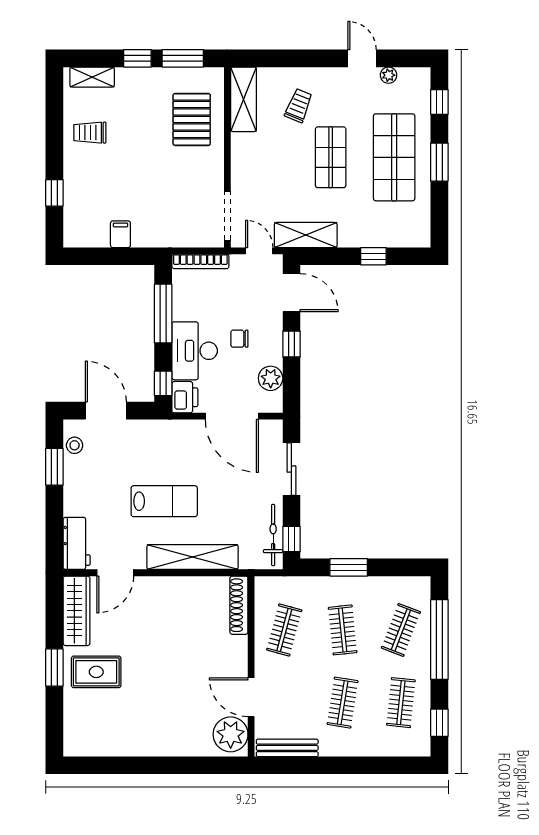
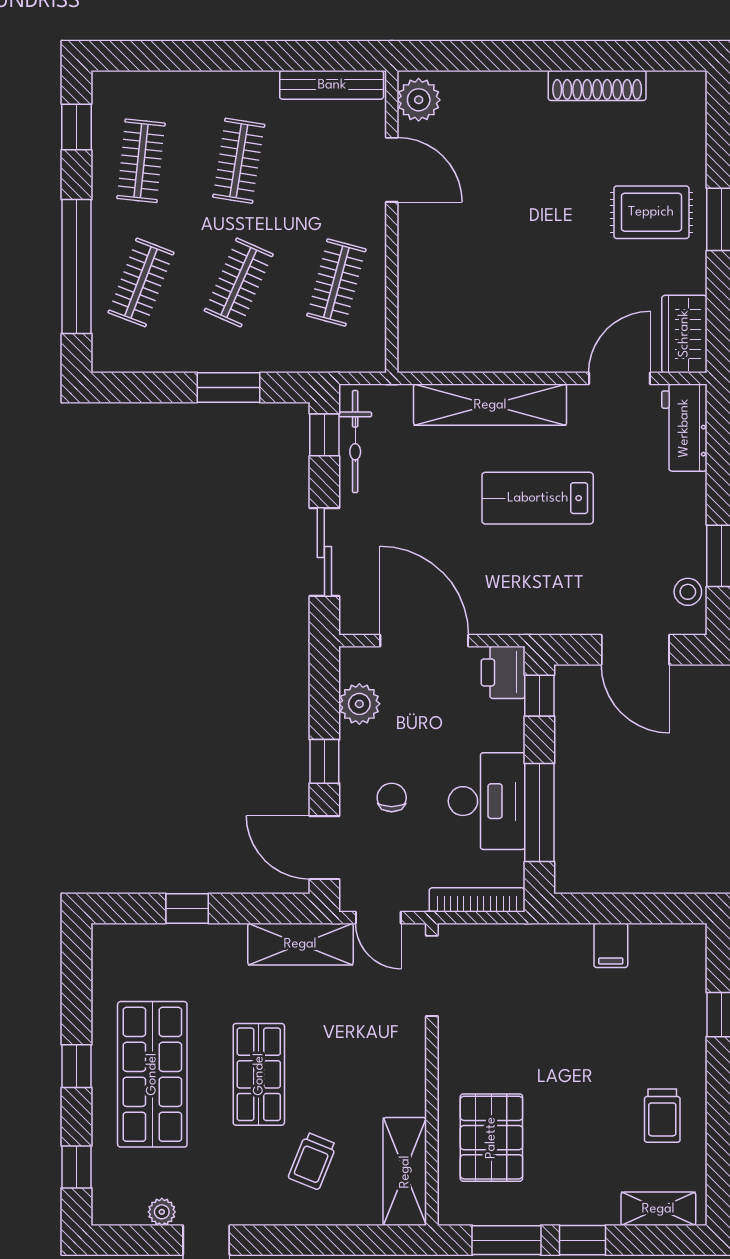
trolley: (90, 133) -> (662, 1116), turned 90
window: (439, 162) -> (77, 1066), width x0.67
chair: (239, 339) -> (392, 798), moved, turned -90
desk: (195, 351) -> (487, 801), moved
shoe rack: (239, 605) -> (597, 85), moved, turned 90
wardrobe: (77, 611) -> (684, 334), width x0.67
clothes rail: (343, 630) -> (239, 282), turned 30
plant: (231, 734) -> (419, 100), width x0.73, depth x0.73

